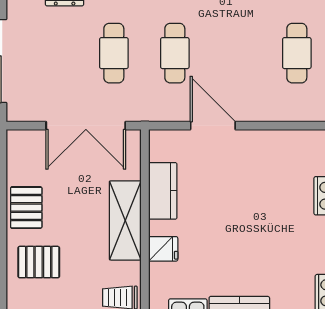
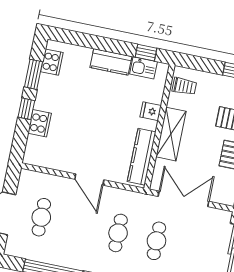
door: (213, 126) -> (89, 180), moved
kitchen counter: (163, 191) -> (142, 157), width x1.50

